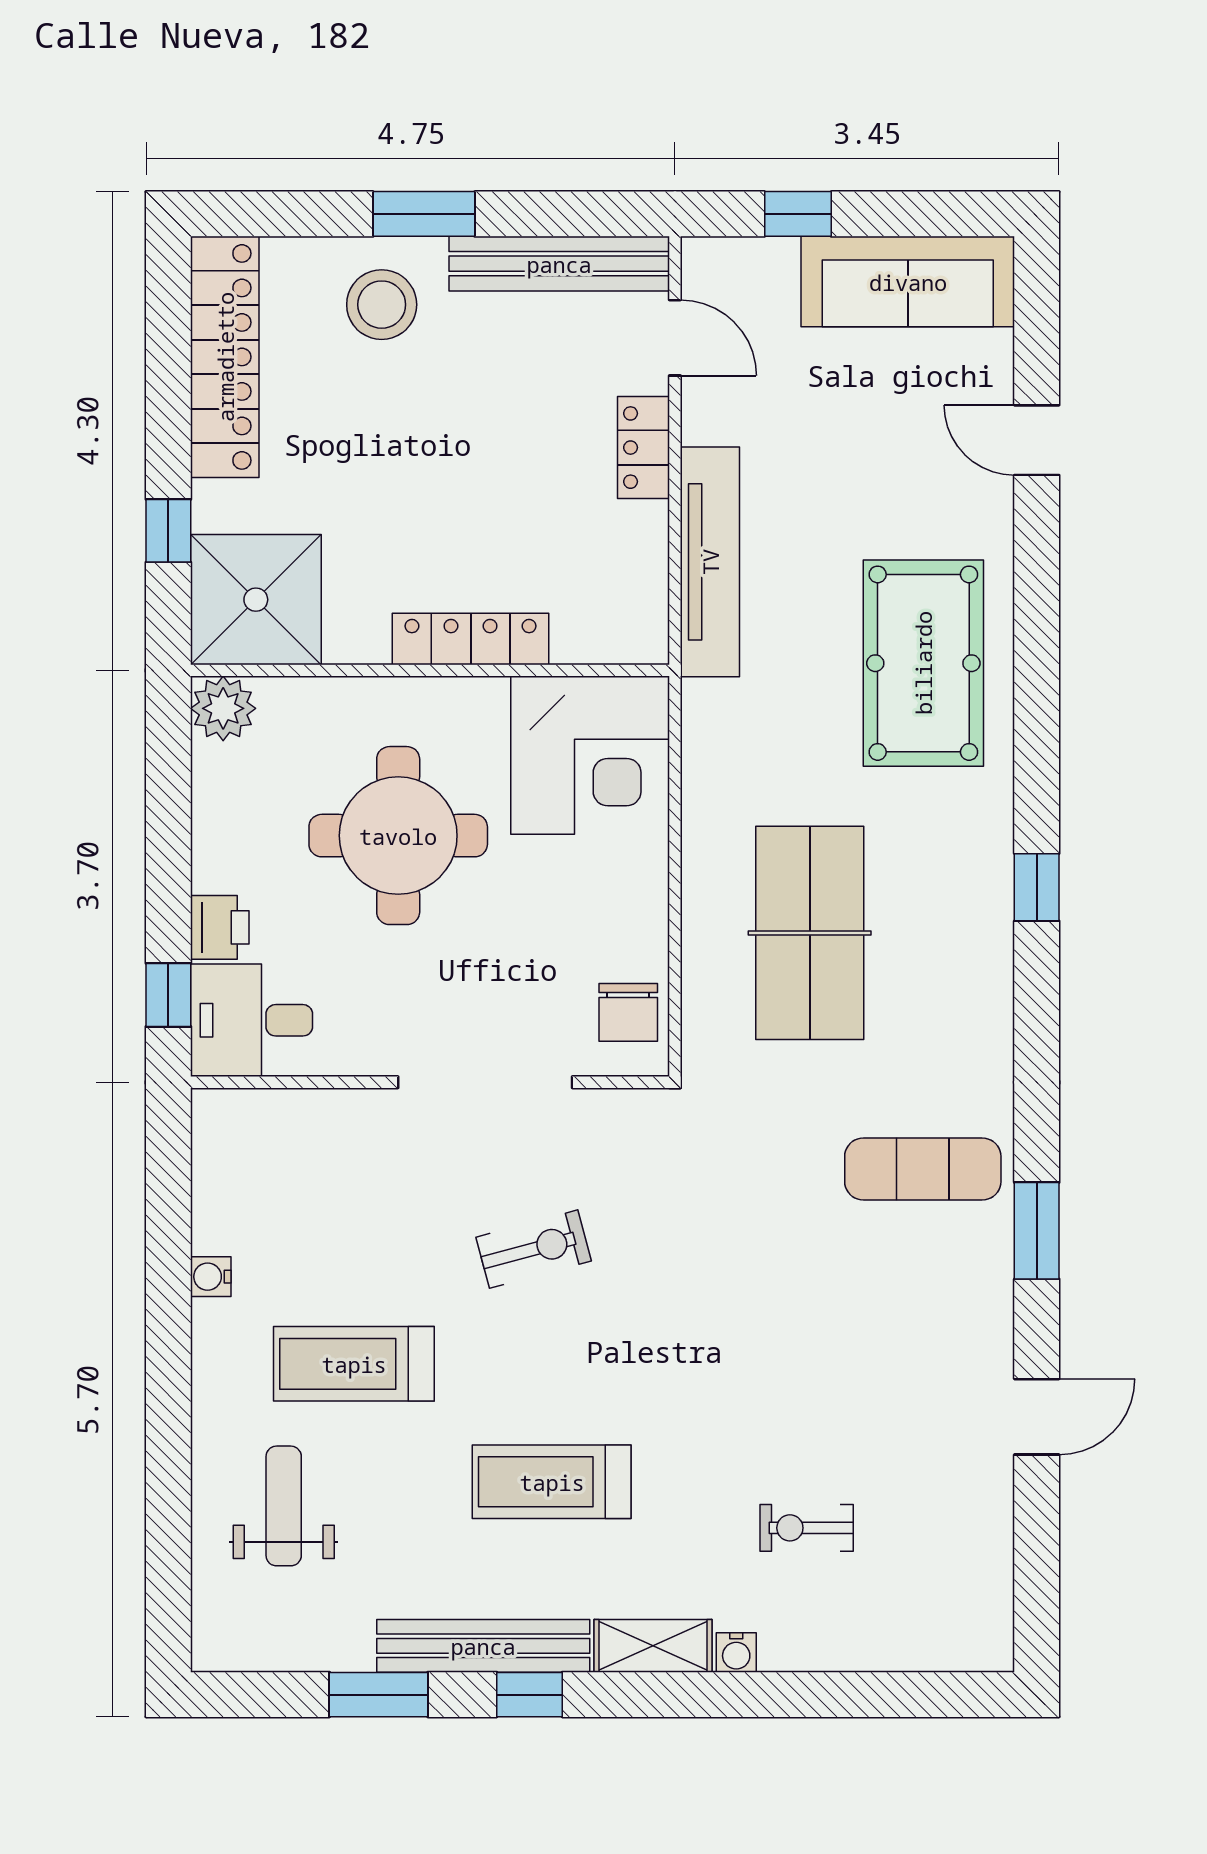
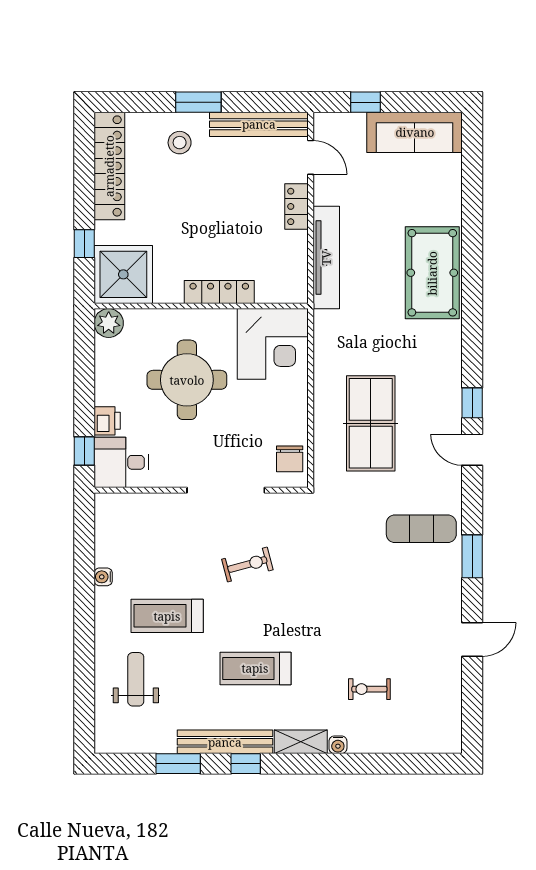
stool: (382, 305) -> (180, 143), width x0.73, depth x0.73
door: (1037, 440) -> (472, 450), moved
pool table: (923, 663) -> (432, 273), moved

